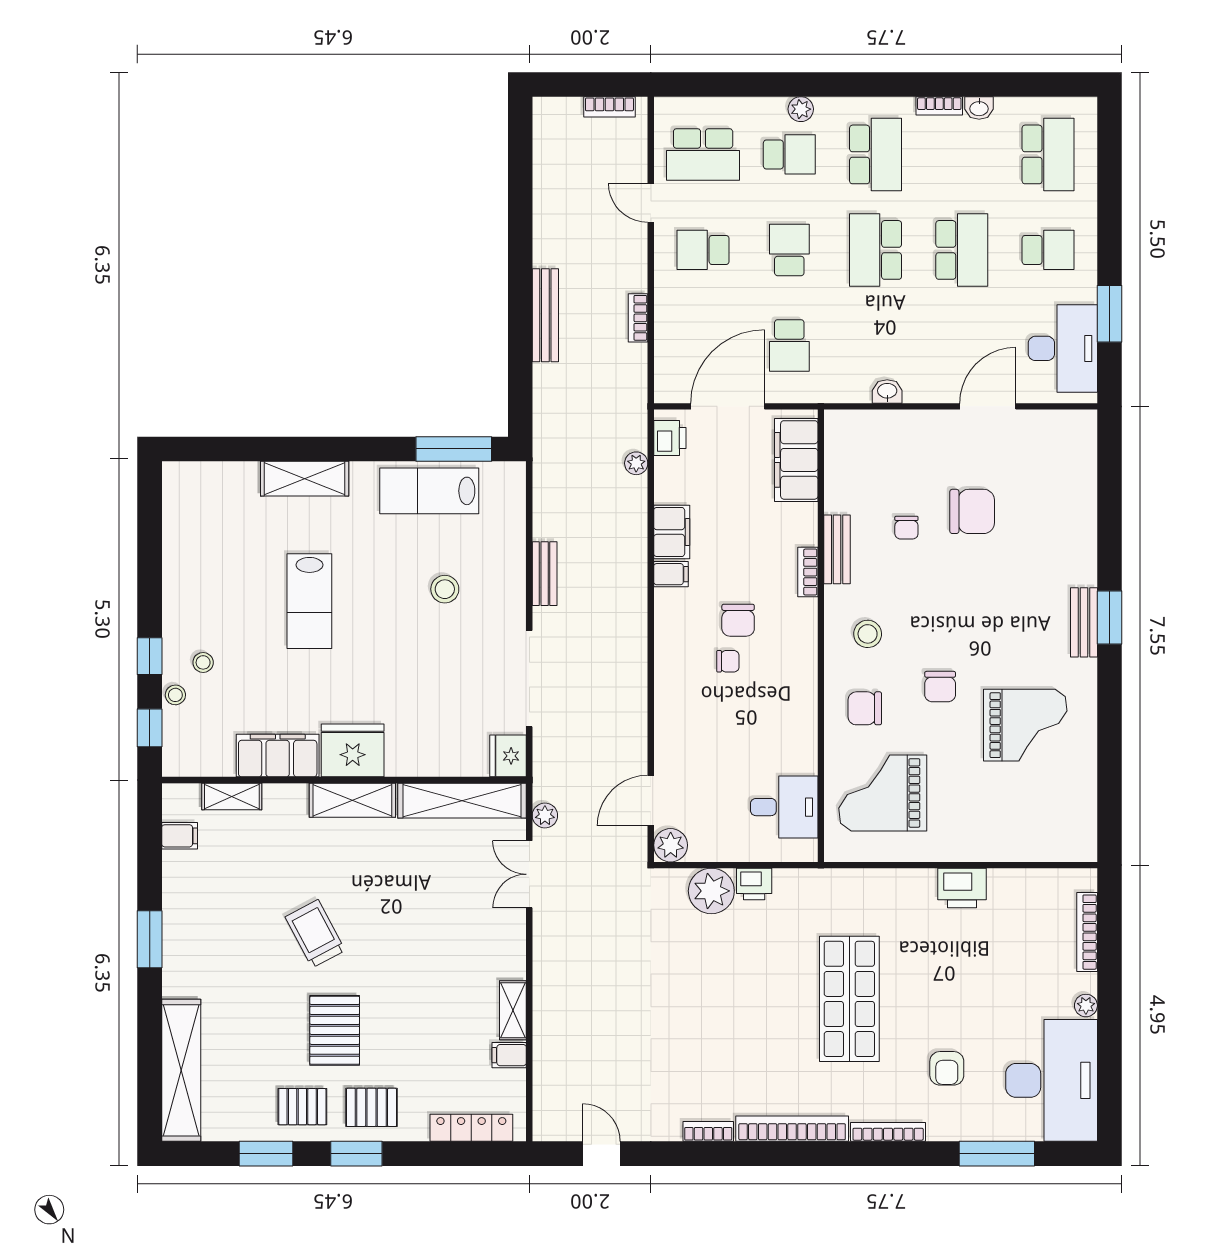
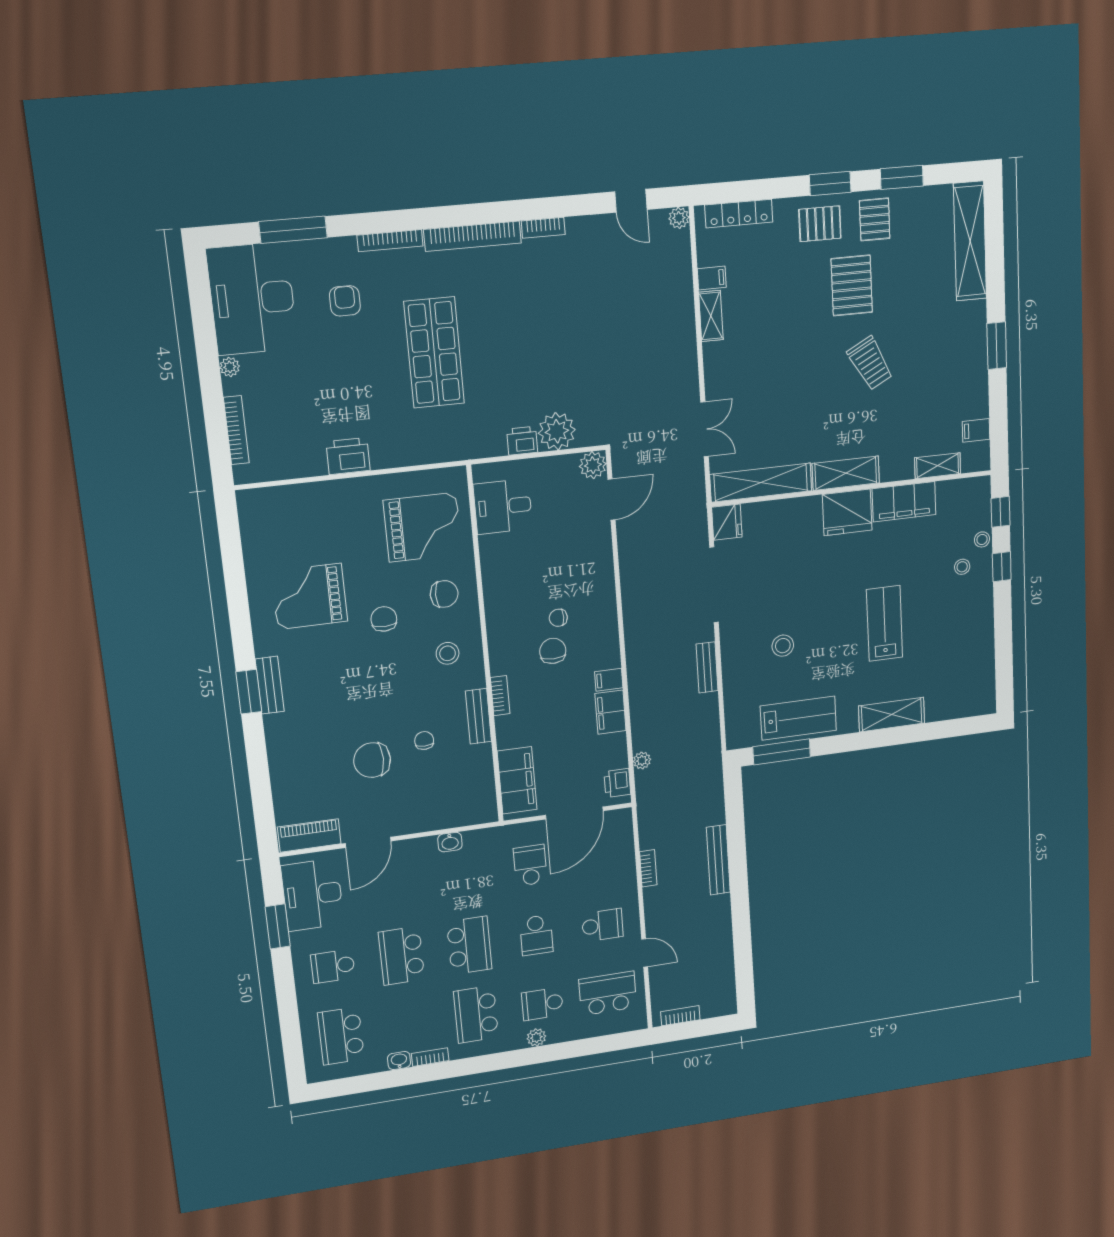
piano: (1058, 426) -> (309, 835), added
plant: (545, 815) -> (679, 218), moved
pallet: (302, 1107) -> (875, 219), turned 90

